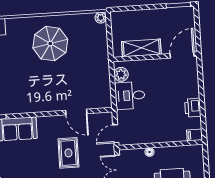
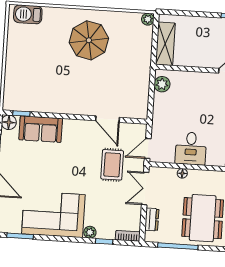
shelving: (141, 48) -> (165, 44), moved, turned 90
desk: (130, 96) -> (191, 148), moved, turned -90
rug: (68, 153) -> (112, 165), moved

